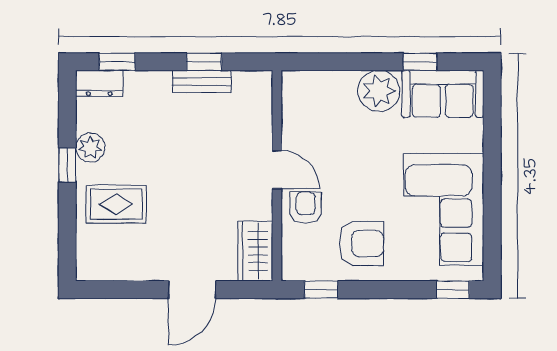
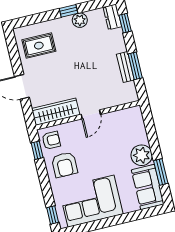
window: (204, 62) -> (135, 66), width x1.50
window: (420, 62) -> (161, 172), width x1.50
rug: (116, 204) -> (39, 46), moved, turned 90
armchair: (306, 208) -> (51, 140), moved
wardrobe: (255, 251) -> (56, 112), width x1.50

